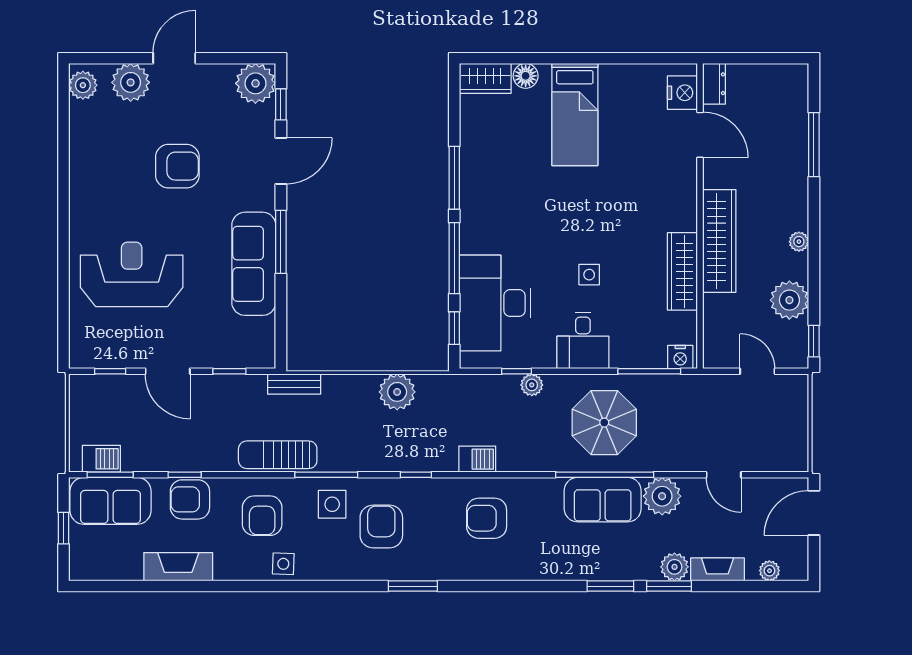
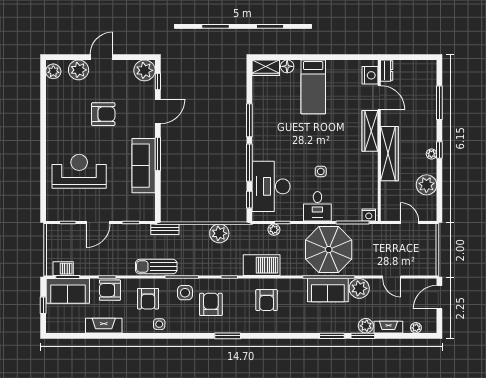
wardrobe: (682, 271) -> (370, 131), moved
window: (814, 341) -> (439, 150), moved
door: (168, 371) -> (98, 222), hinge flipped
plant: (532, 385) -> (274, 230), moved
parasol: (604, 423) -> (329, 250), width x1.36, depth x1.36
barbecue: (477, 459) -> (262, 265), width x1.88, depth x1.53
armchair: (487, 518) -> (267, 300), turned -90

